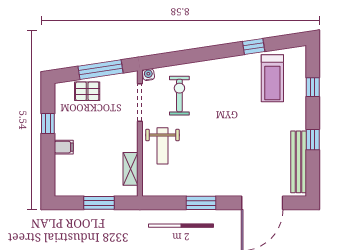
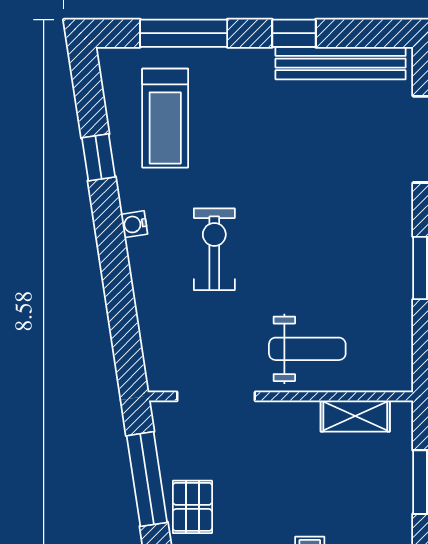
water cooler: (148, 75) -> (134, 224), moved
treadmill: (272, 78) -> (165, 118), turned 90
window: (313, 87) -> (184, 33), width x2.17
exercise bike: (179, 96) -> (214, 249), moved, turned 90

